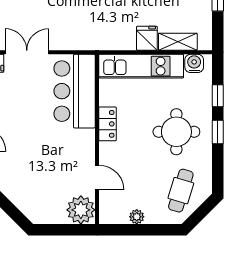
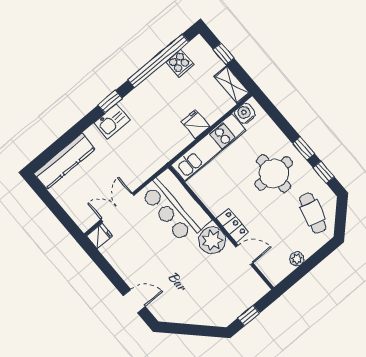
shelving: (178, 42) -> (232, 85), moved, turned 90
window: (218, 96) -> (324, 172), moved
locker: (107, 124) -> (232, 225), moved
plant: (81, 210) -> (212, 240), moved
window: (59, 230) -> (249, 315), added

